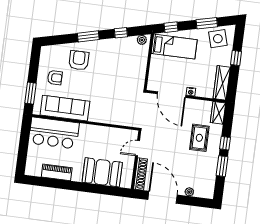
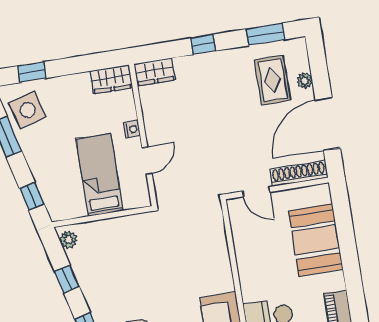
bed: (174, 47) -> (99, 175), moved
window: (236, 58) -> (32, 72), moved
wardrobe: (222, 83) -> (111, 79), width x0.67
door: (172, 95) -> (147, 161), width x0.53
rug: (199, 138) -> (273, 80), moved, turned 90
window: (222, 166) -> (265, 34), moved

